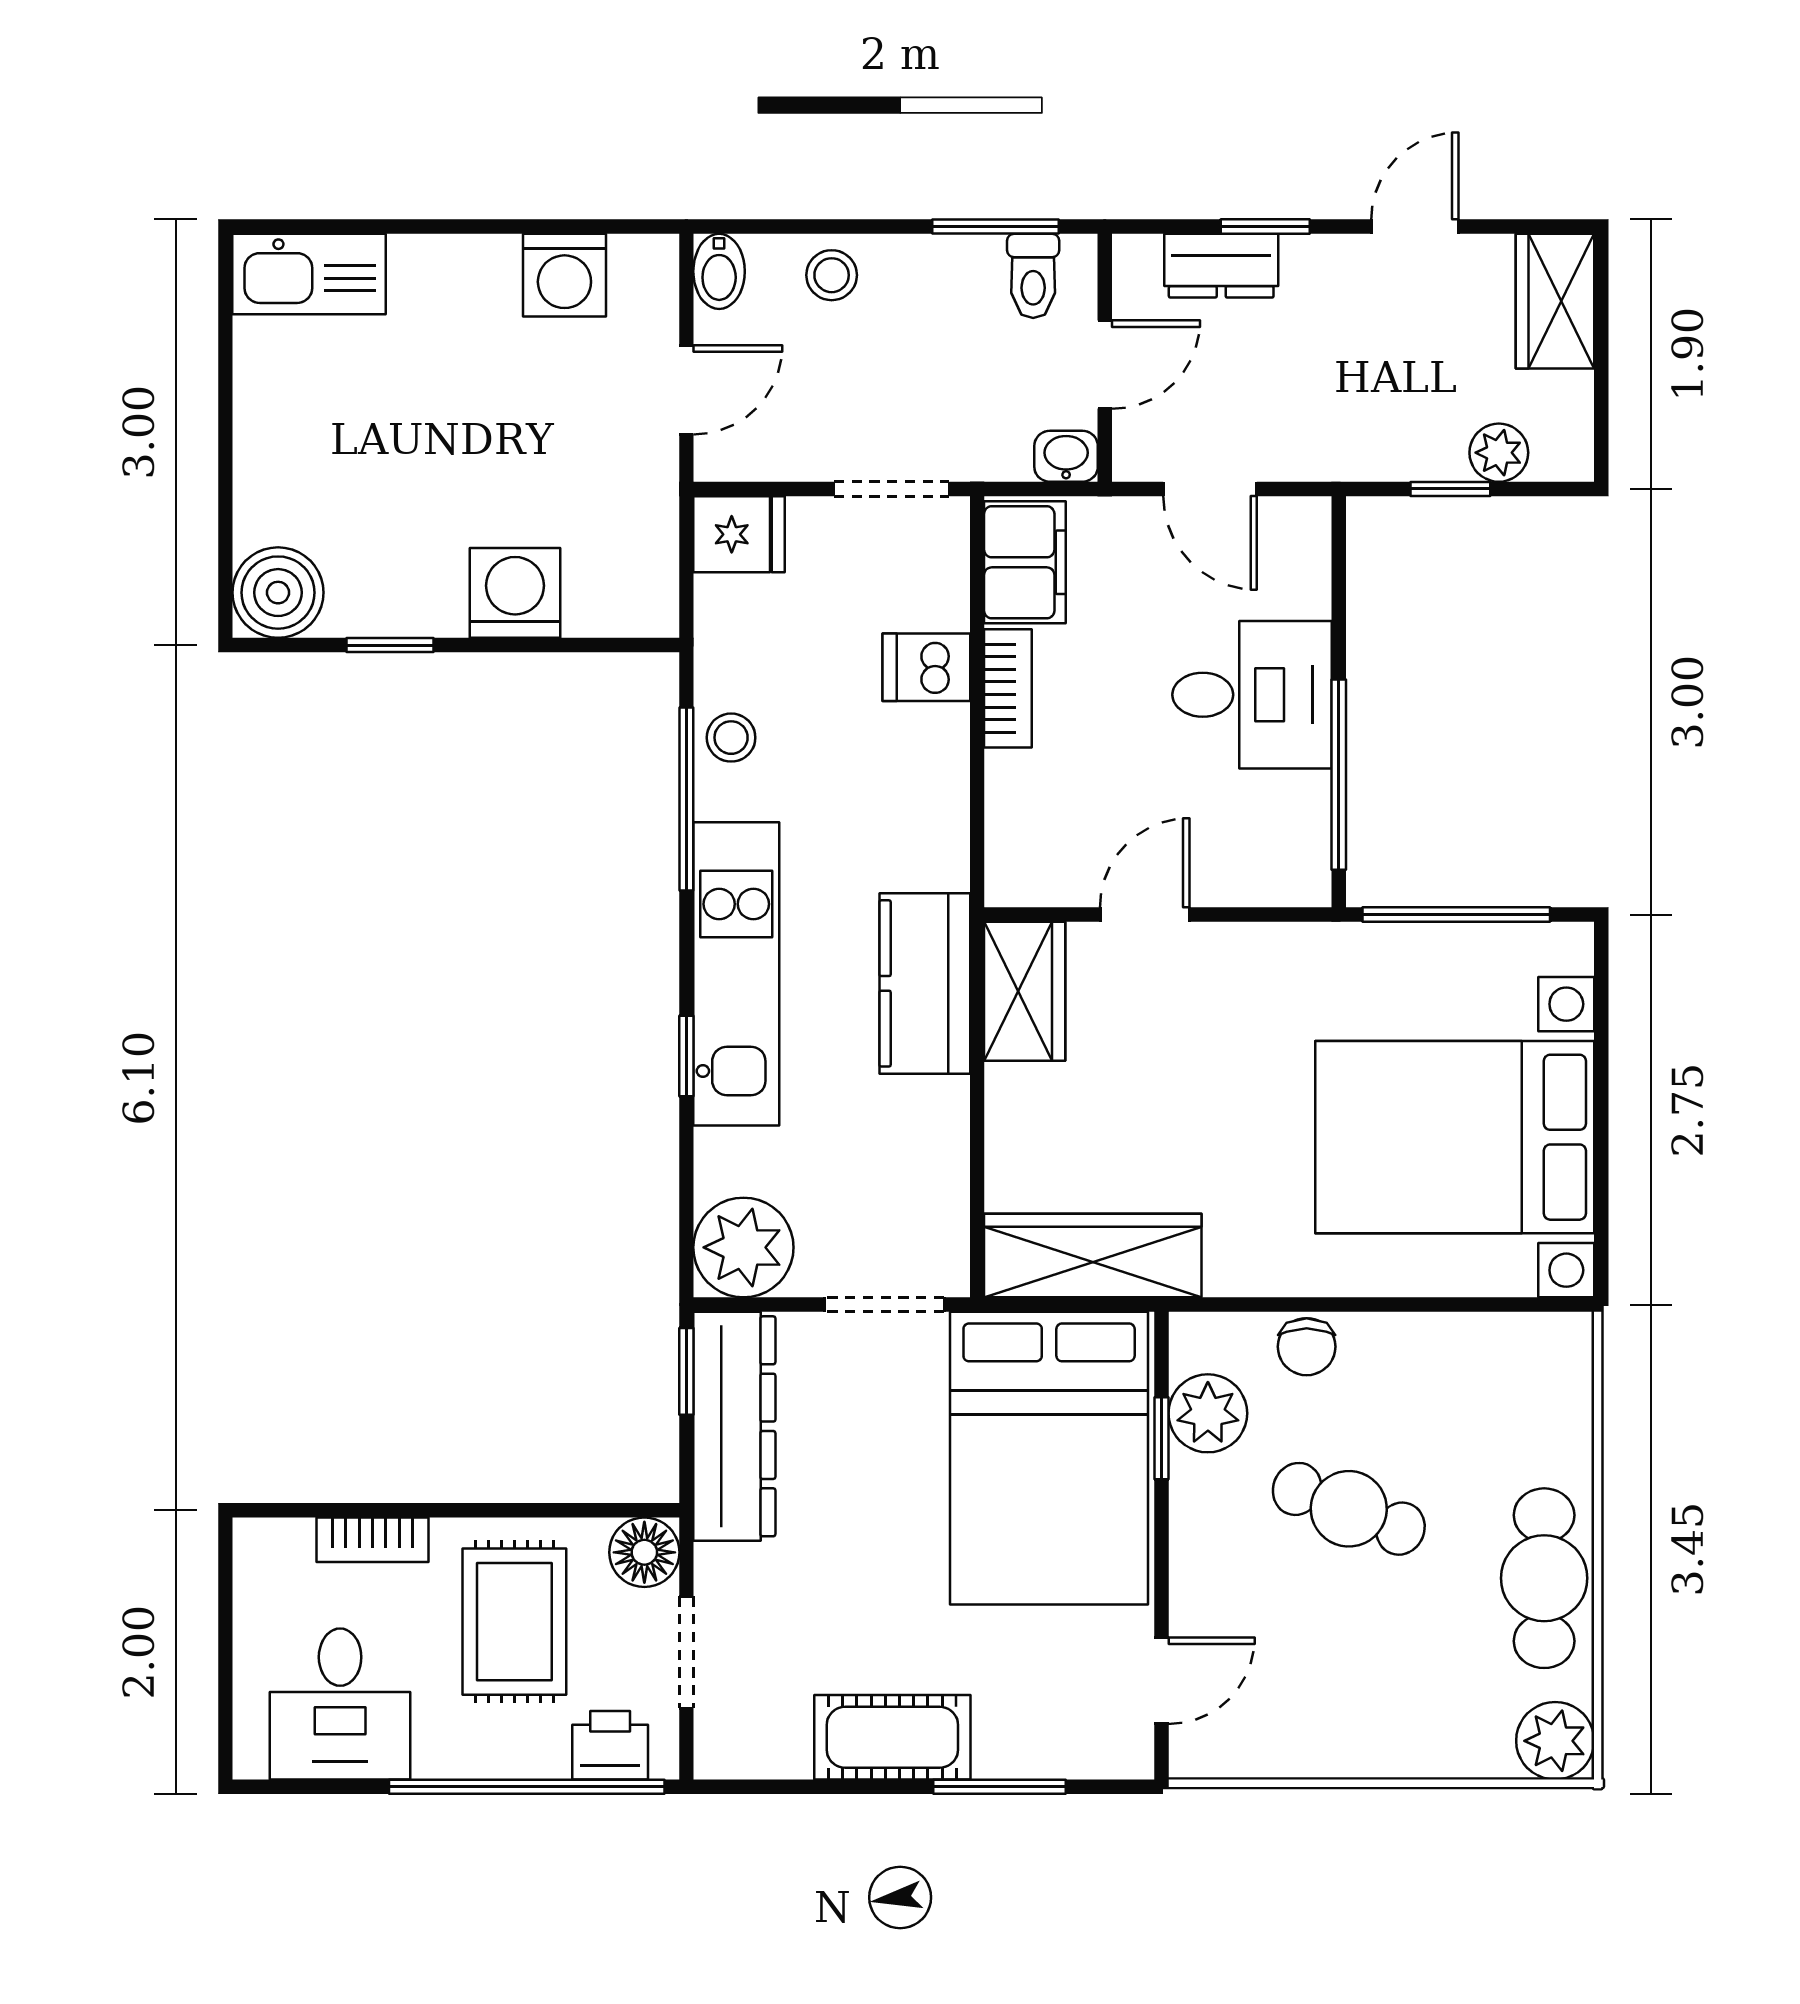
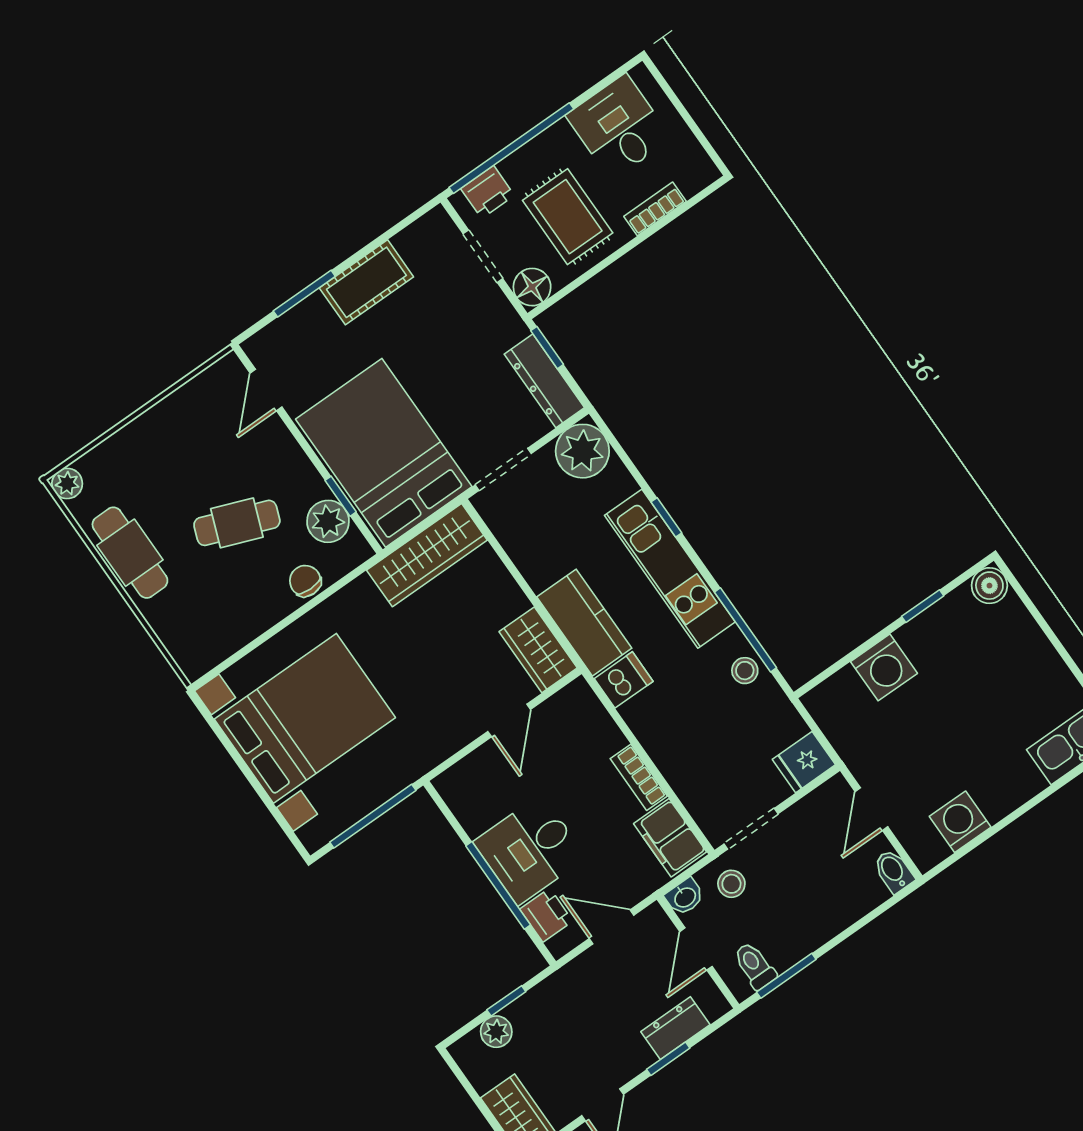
stool: (832, 275) -> (731, 884), moved
printer: (1297, 577) -> (546, 915), added
boiler: (278, 593) -> (989, 586), width x0.73, depth x0.73
dishwasher: (926, 667) -> (624, 680), moved
window: (1339, 775) -> (498, 885), moved
window: (686, 1371) -> (547, 348), moved
dresser: (734, 1426) -> (544, 381), width x0.73, depth x0.80
plant: (1555, 1741) -> (67, 483), width x0.73, depth x0.73

